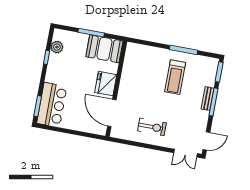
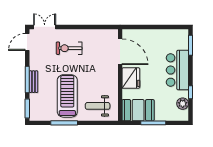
weight bench: (146, 61) -> (98, 106), added
treadmill: (175, 77) -> (67, 96), width x1.37, depth x1.38
bar counter: (52, 105) -> (177, 70), moved
exercise bike: (152, 127) -> (69, 48), moved

